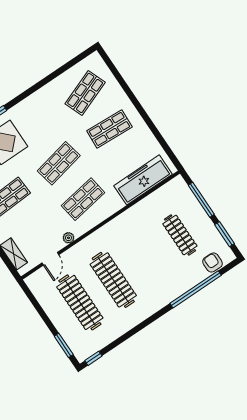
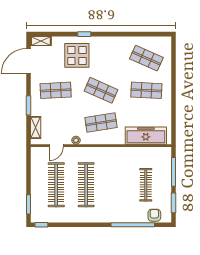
shop shelf: (85, 93) -> (146, 58), turned 45
shop shelf: (59, 163) -> (101, 90), turned 36

